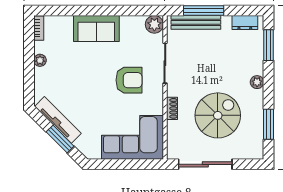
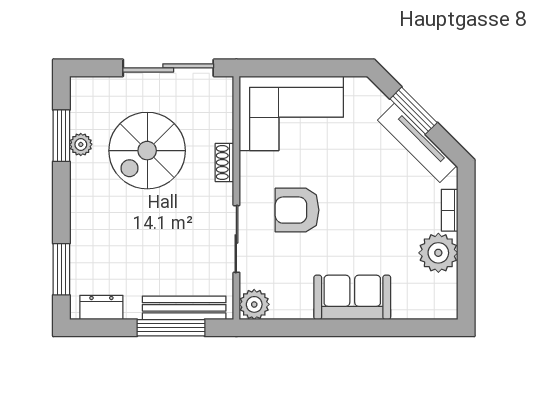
bookcase: (39, 28) -> (450, 210), moved
plant: (40, 60) -> (438, 253), width x1.87, depth x1.87
plant: (257, 82) -> (81, 144), moved

